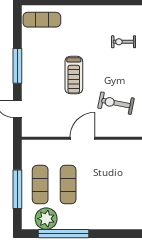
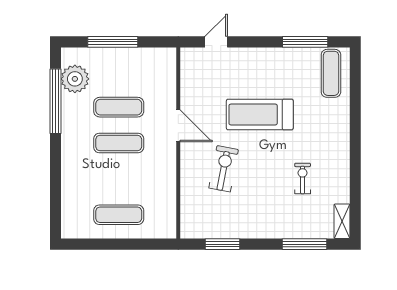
window: (17, 66) -> (305, 42), moved
treadmill: (74, 75) -> (260, 114), width x1.37, depth x1.38
exercise mat: (40, 185) -> (119, 143), moved

